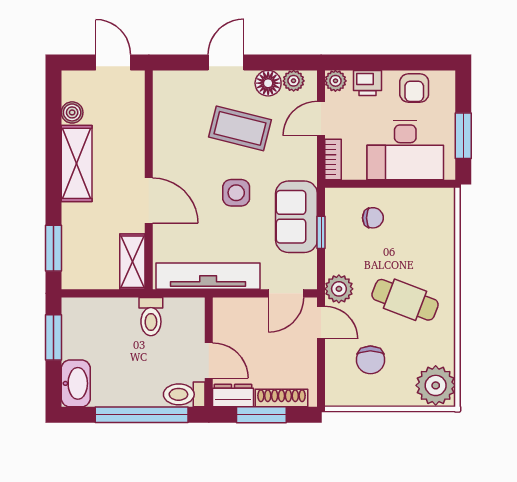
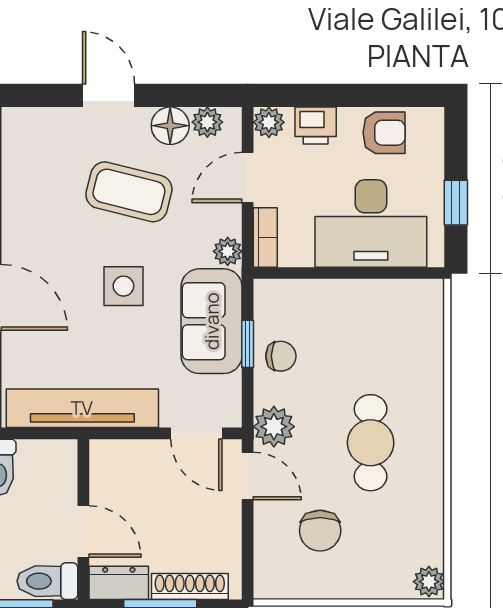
door: (226, 62) -> (109, 95), hinge flipped
armchair: (414, 88) -> (384, 133), turned -90
window: (463, 136) -> (456, 203), width x0.67
plant: (307, 169) -> (228, 251), added
chair: (373, 218) -> (281, 356), moved
door: (286, 293) -> (196, 433), hinge flipped
cafe table: (405, 300) -> (371, 443), turned 69
plant: (436, 385) -> (429, 582), width x0.53, depth x0.53

